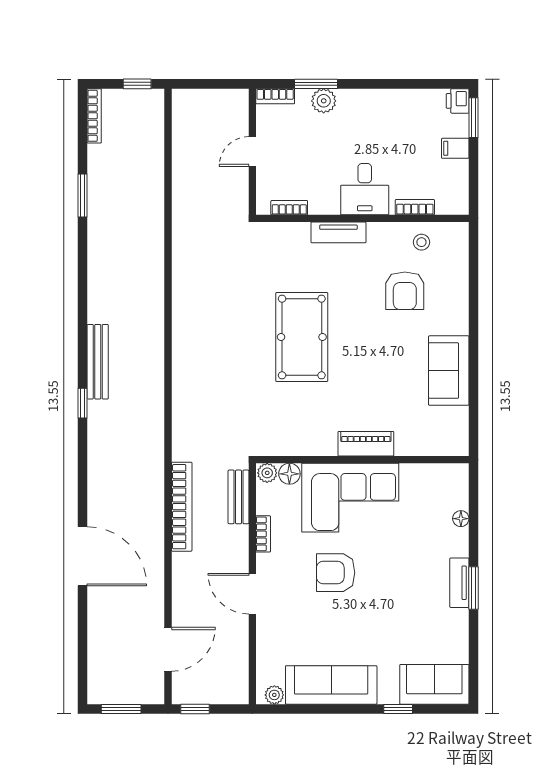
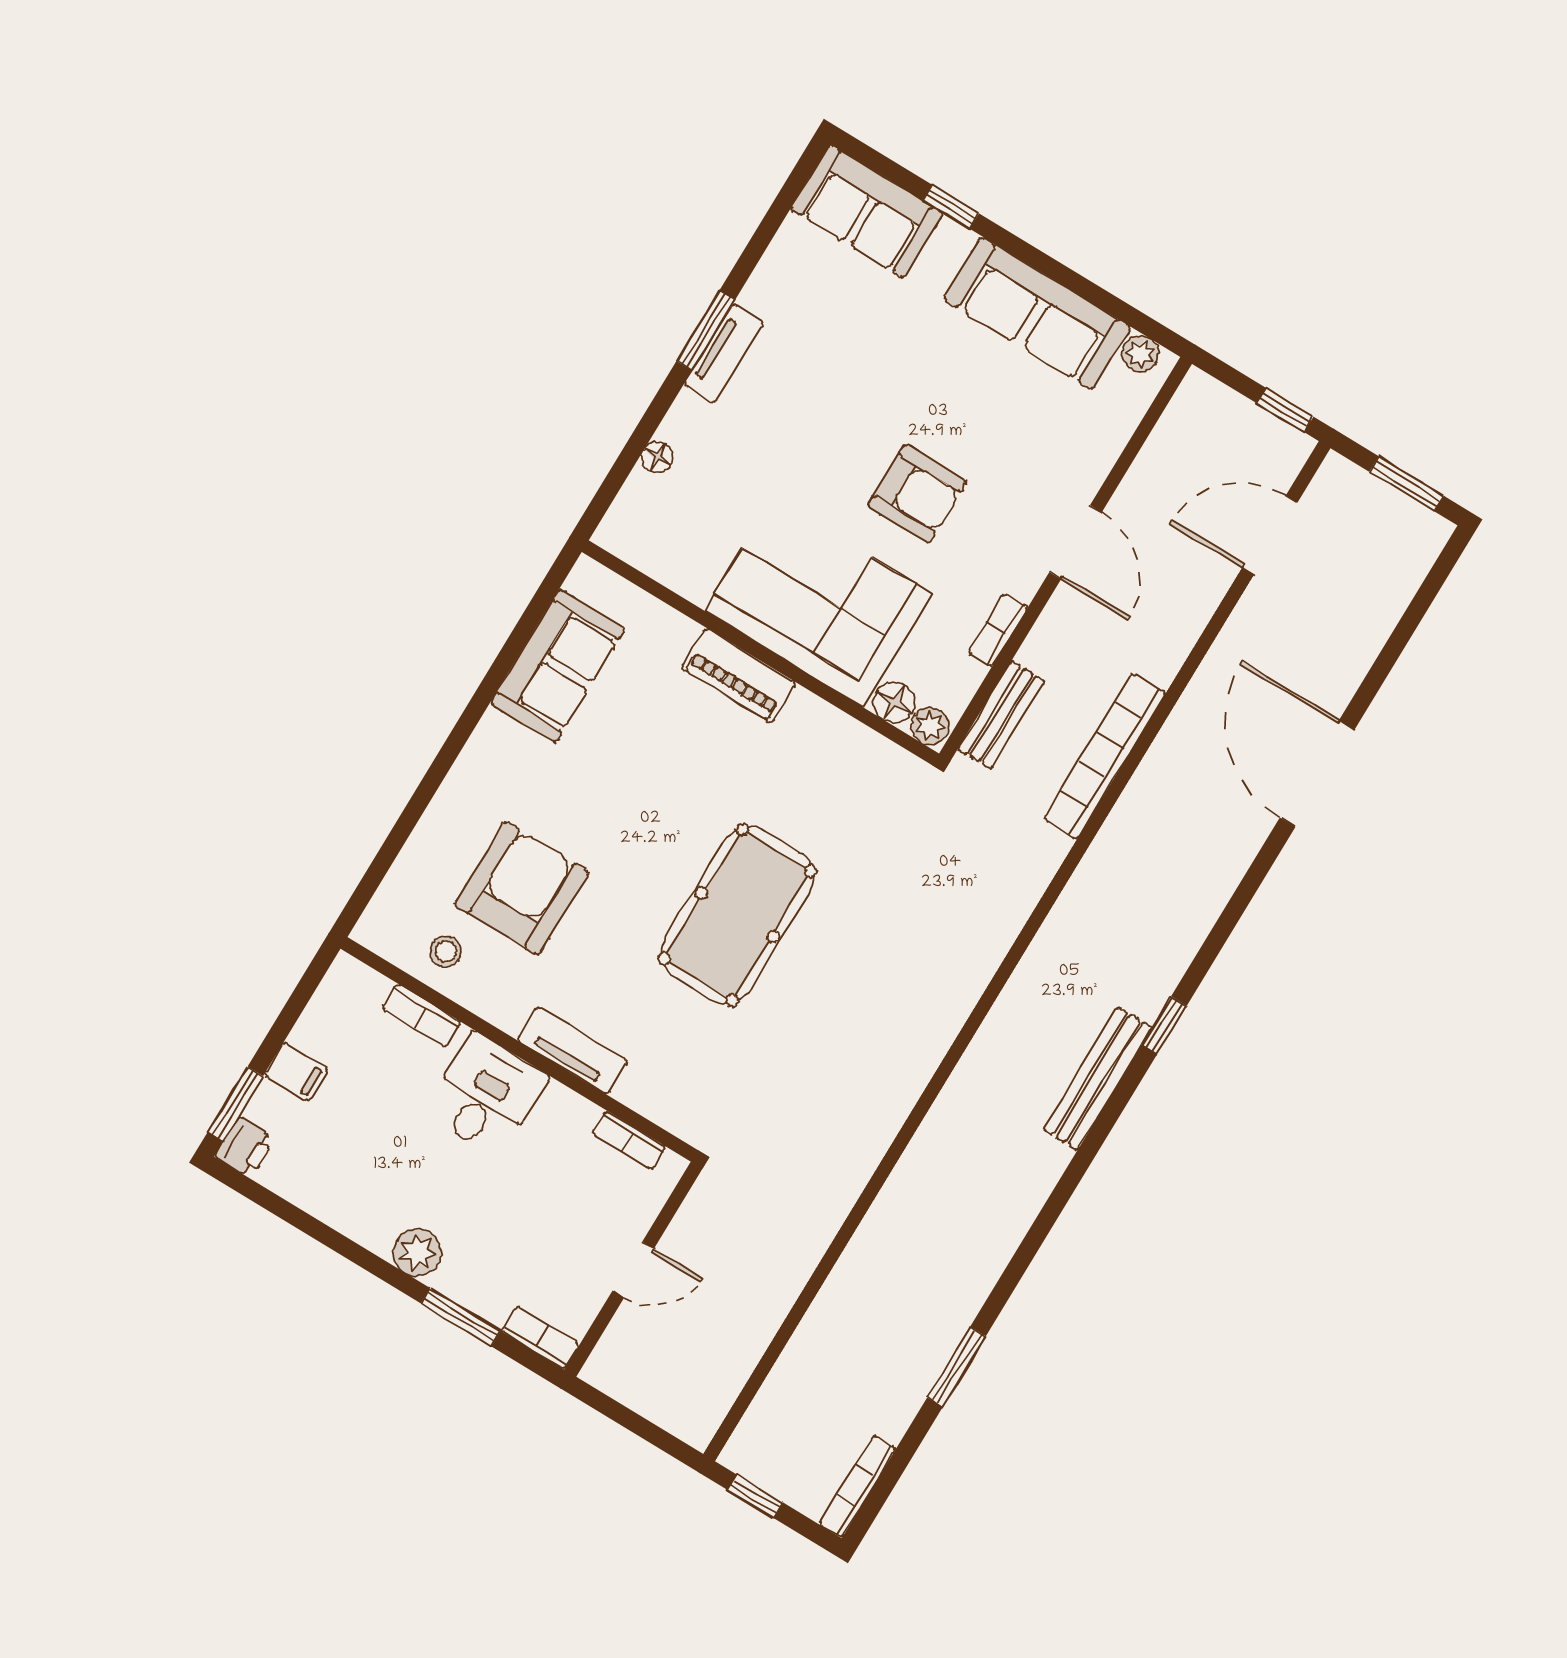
plant: (324, 101) -> (417, 1253), moved
armchair: (405, 291) -> (522, 888), width x1.36, depth x1.36
sofa: (449, 371) -> (558, 666), moved

